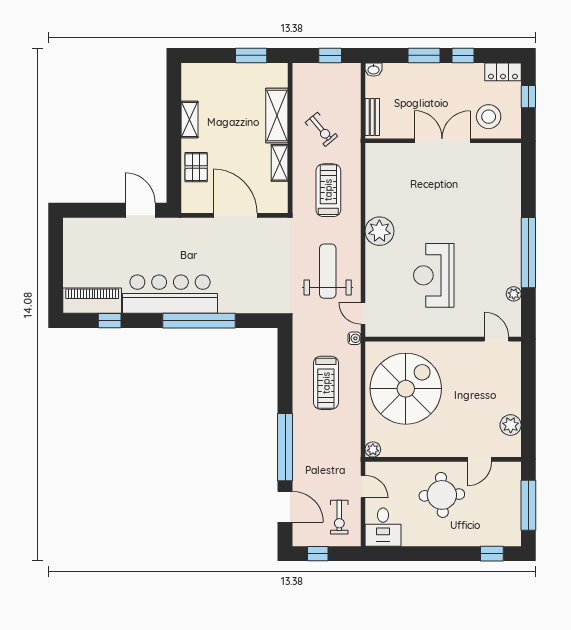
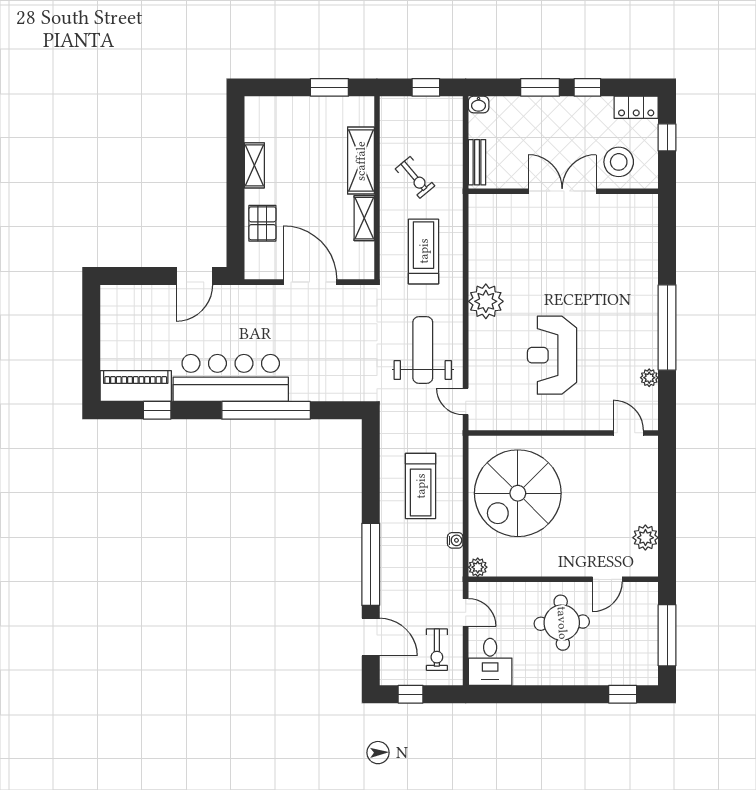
door: (140, 210) -> (194, 276), swing flipped
water cooler: (354, 338) -> (455, 540), moved
spiral stairs: (406, 389) -> (518, 493), turned 180

